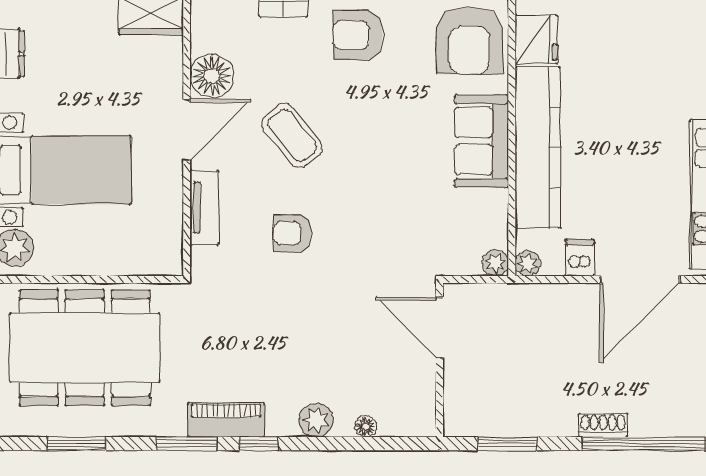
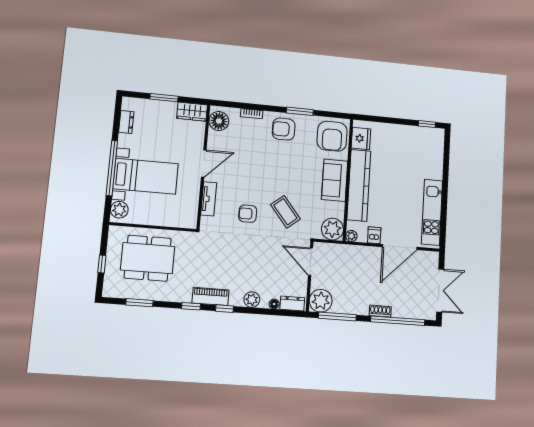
floor lamp: (212, 76) -> (219, 121), moved
coffee table: (292, 135) -> (285, 212), moved
plant: (495, 263) -> (332, 229), width x1.87, depth x1.87
dining table: (85, 348) -> (148, 258), width x0.73, depth x0.80
plant: (468, 412) -> (321, 301), added
dresser: (405, 422) -> (292, 303), added
window: (186, 444) -> (191, 306), width x0.67
window: (507, 444) -> (337, 316), width x1.44

